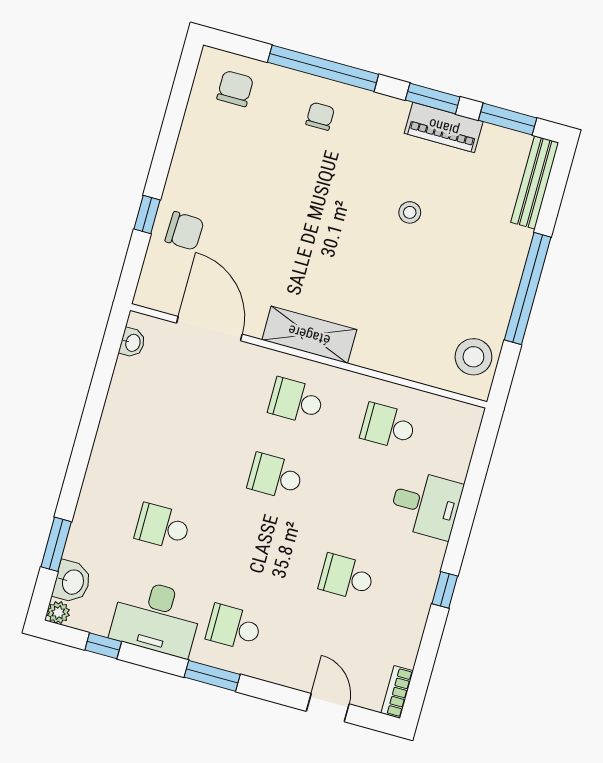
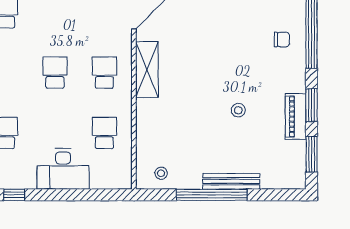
bench: (535, 182) -> (231, 181), moved
stool: (473, 357) -> (161, 173), width x0.53, depth x0.53
desk: (426, 504) -> (63, 169), width x1.37

